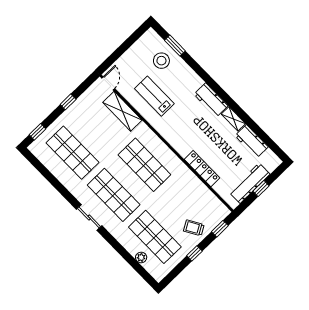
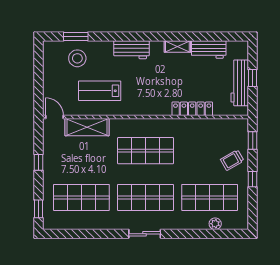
workbench: (211, 100) -> (132, 50), moved

